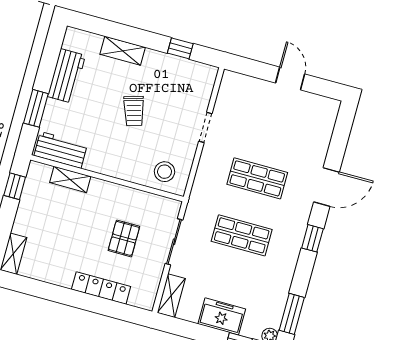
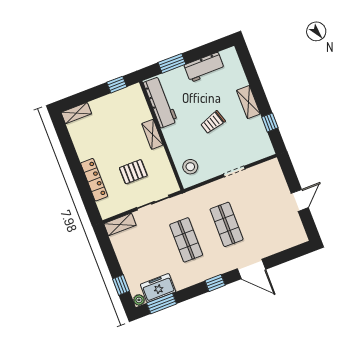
shelving: (123, 51) -> (248, 102), moved
workbench: (61, 150) -> (160, 102), width x1.38
shelving: (70, 179) -> (152, 134), moved
freezer: (222, 316) -> (158, 288), moved, turned -90

